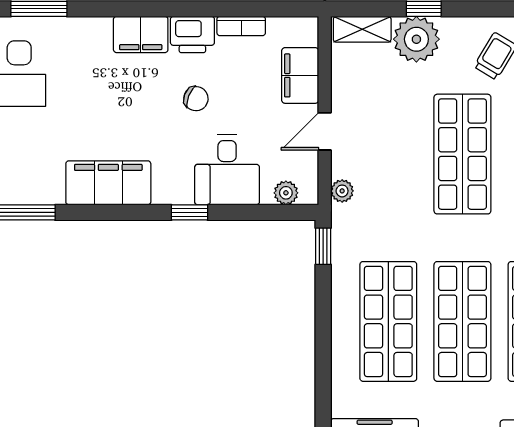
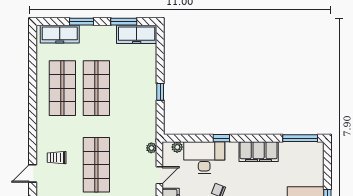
desk: (227, 170) -> (204, 158), width x1.37
window: (323, 246) -> (160, 92), moved
shop shelf: (388, 321) -> (130, 88), removed

